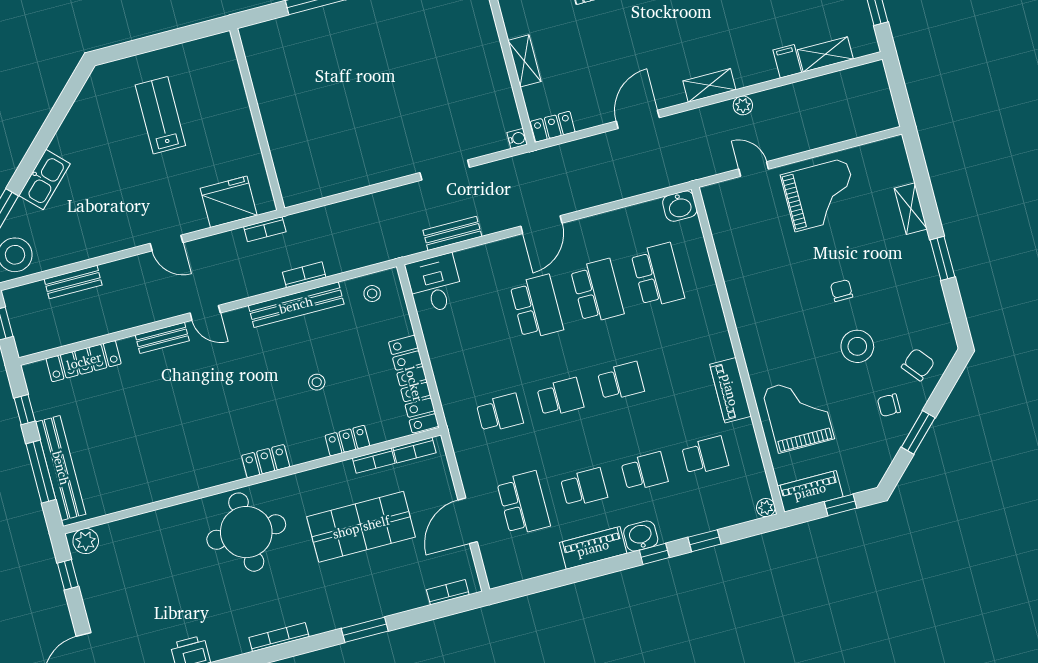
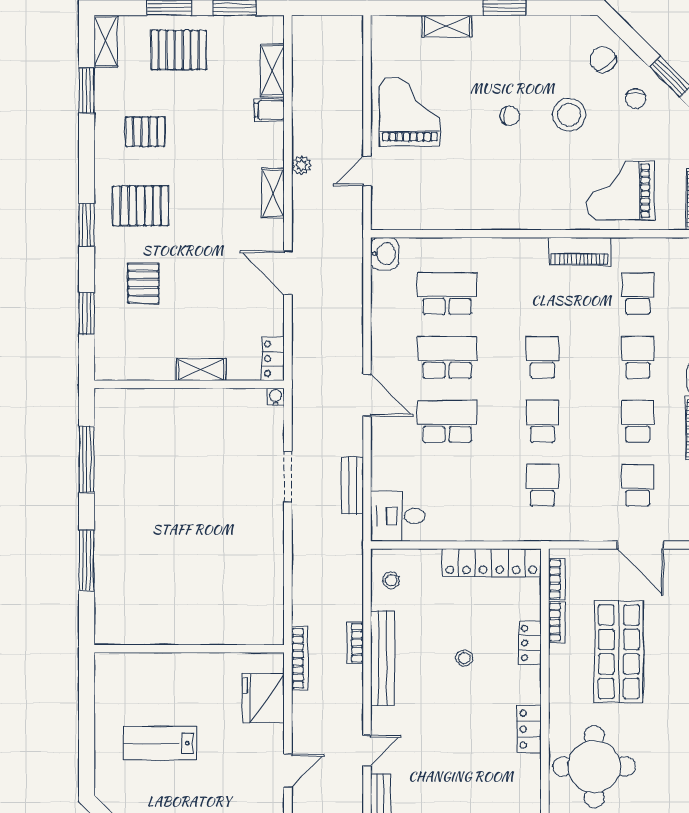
bookcase: (265, 229) -> (300, 658), width x1.56
chair: (842, 291) -> (510, 116), turned 180
school desk: (523, 503) -> (638, 485), width x0.54

